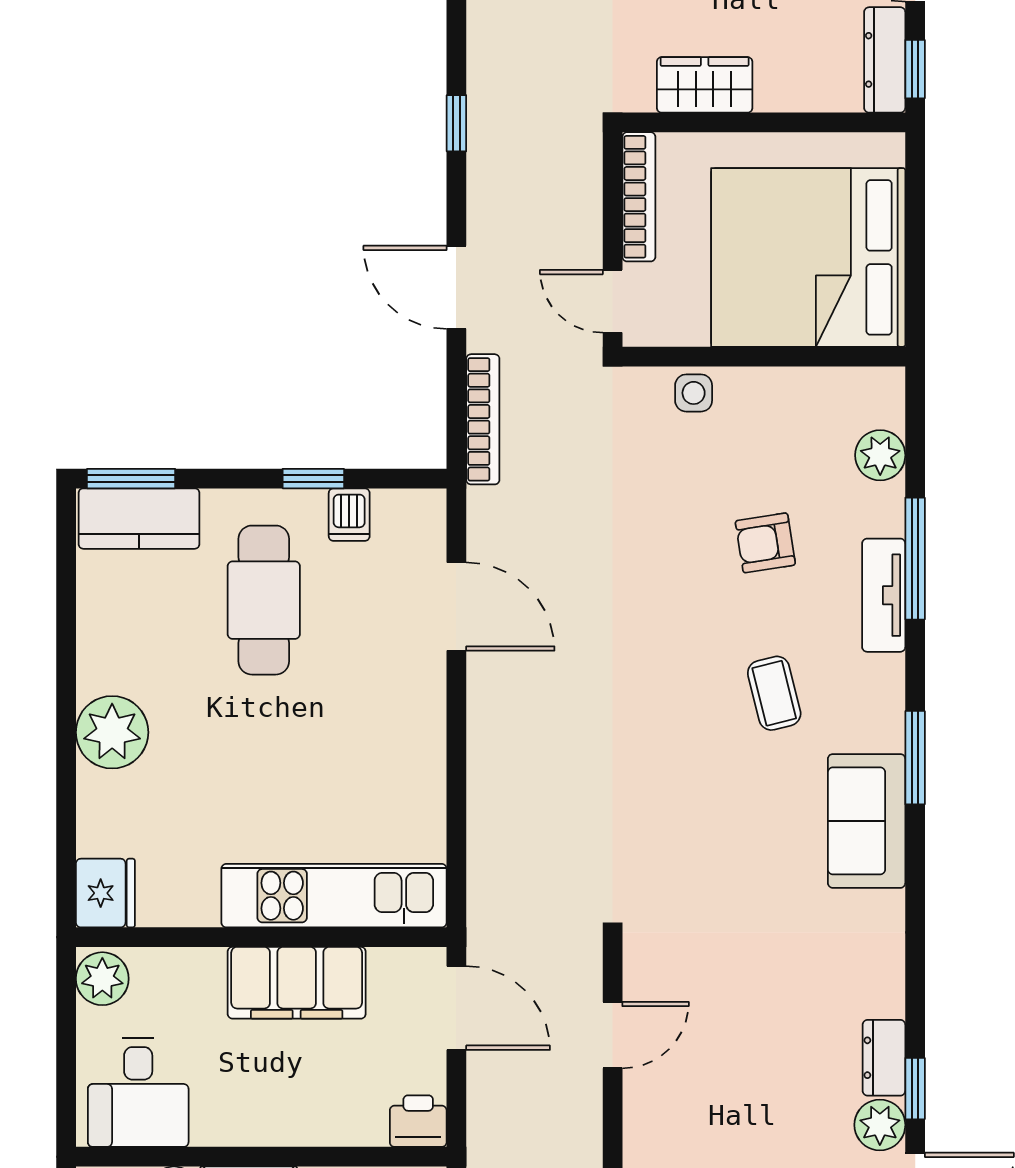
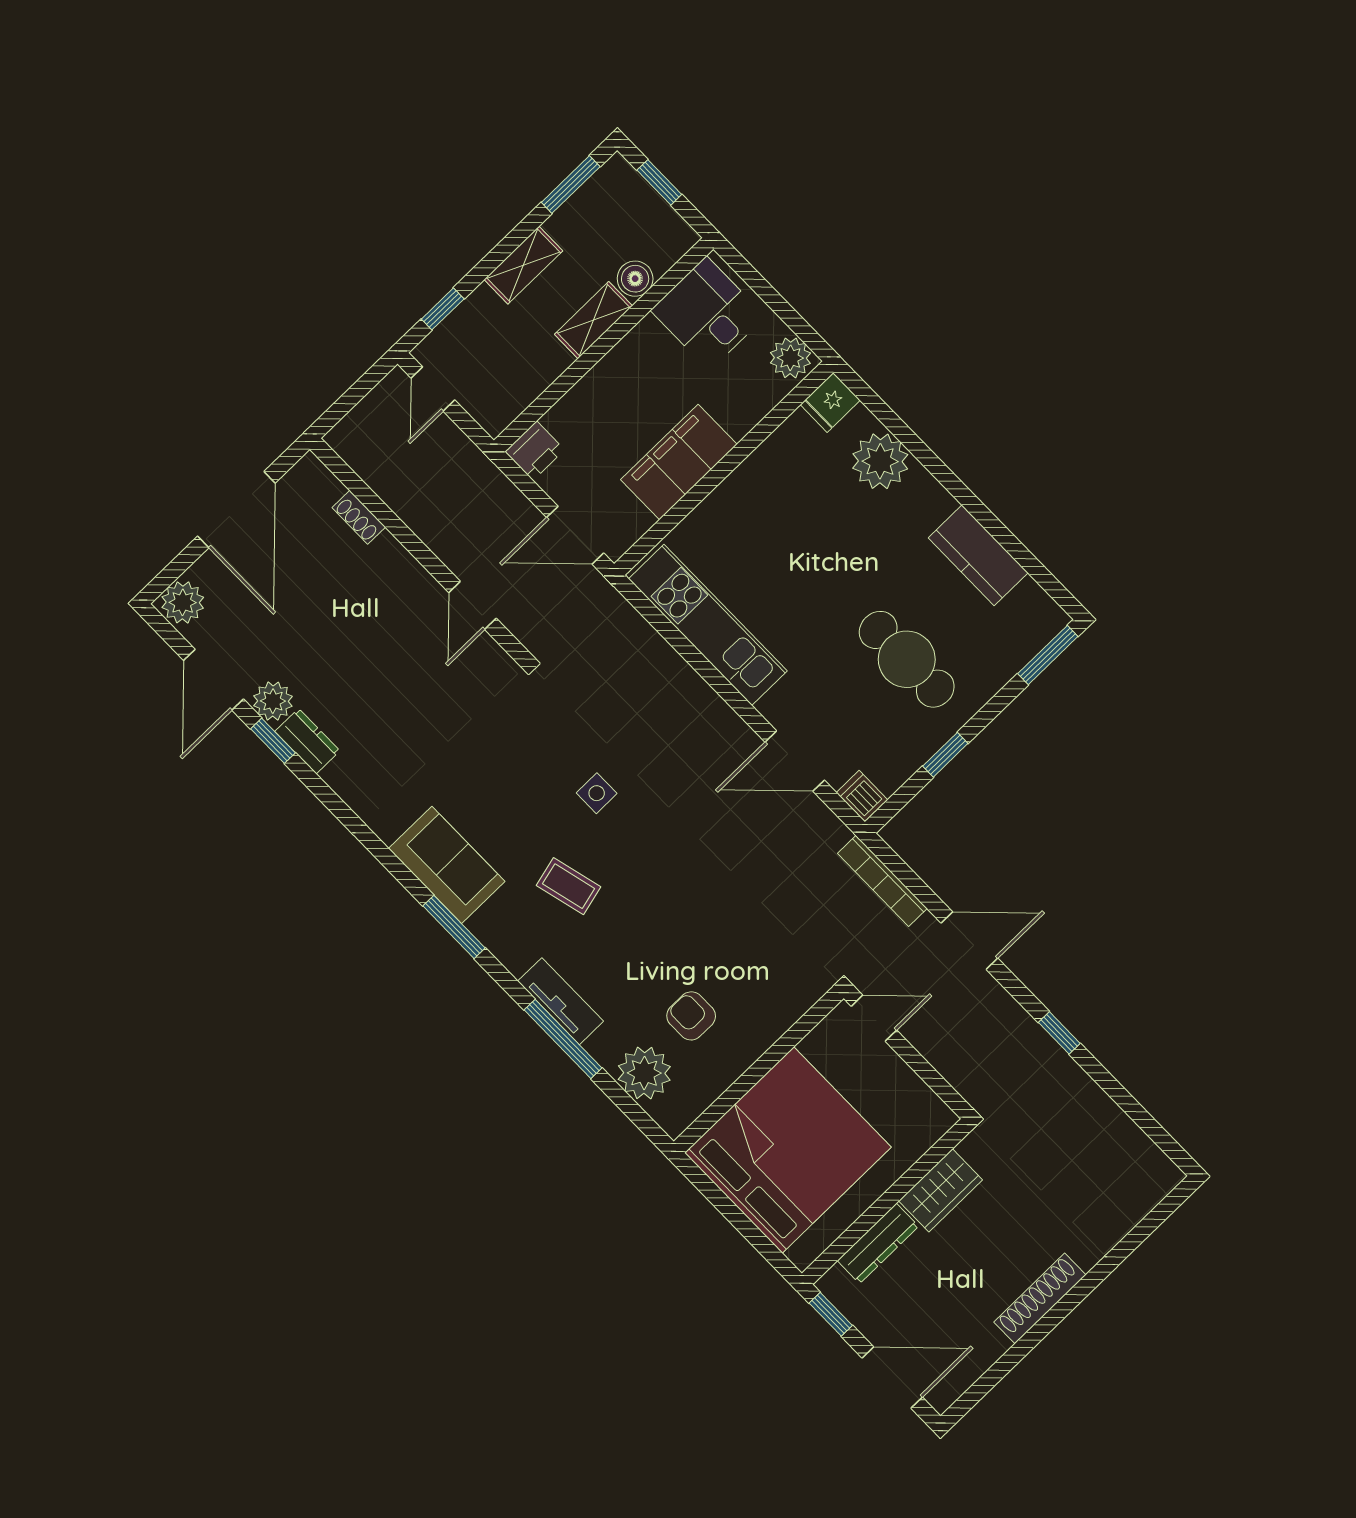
dresser: (885, 60) -> (878, 1243), moved, turned 90
bookcase: (639, 197) -> (916, 1091), removed
side table: (694, 393) -> (597, 793), moved
plant: (880, 455) -> (644, 1073), width x1.36, depth x1.36
dishwasher: (349, 515) -> (862, 796), moved
kitchen counter: (139, 519) -> (978, 555), moved, turned -90
armchair: (765, 543) -> (691, 1016), moved, turned -81
plant: (112, 732) -> (880, 461), moved
fridge: (105, 893) -> (830, 402), width x0.72
kitchen unit: (334, 896) -> (708, 625), moved, turned -90

